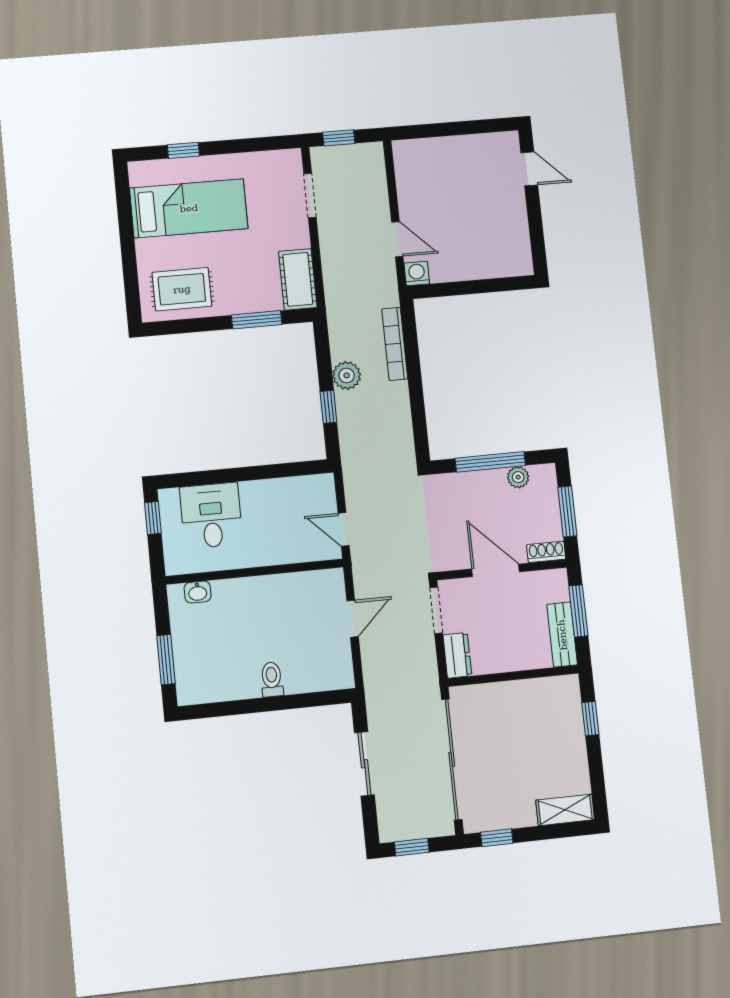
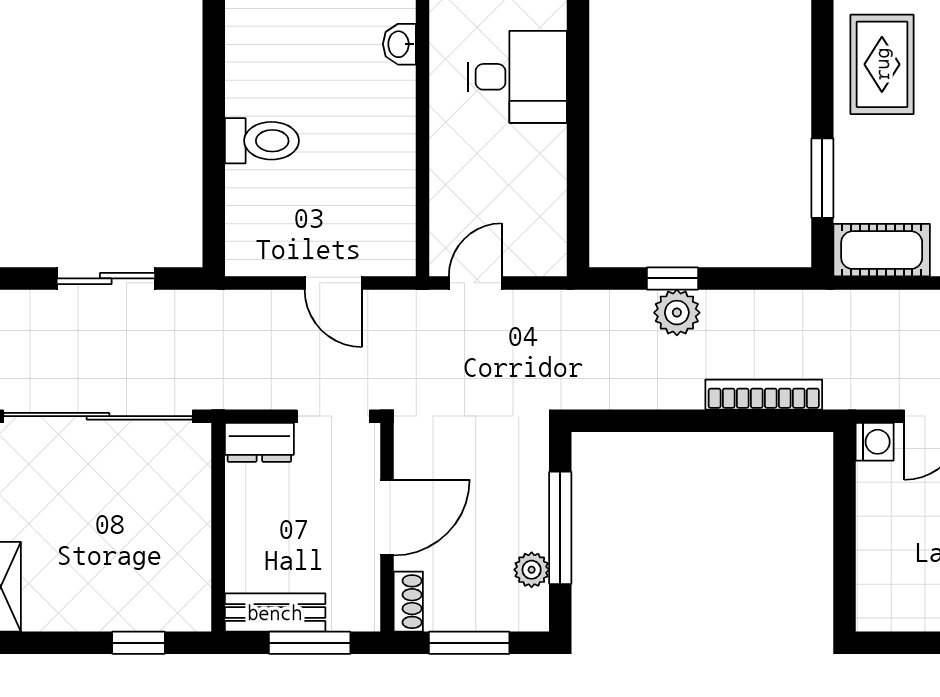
plant: (347, 375) -> (677, 313), moved
toilet: (272, 679) -> (262, 141), width x1.37, depth x1.39

